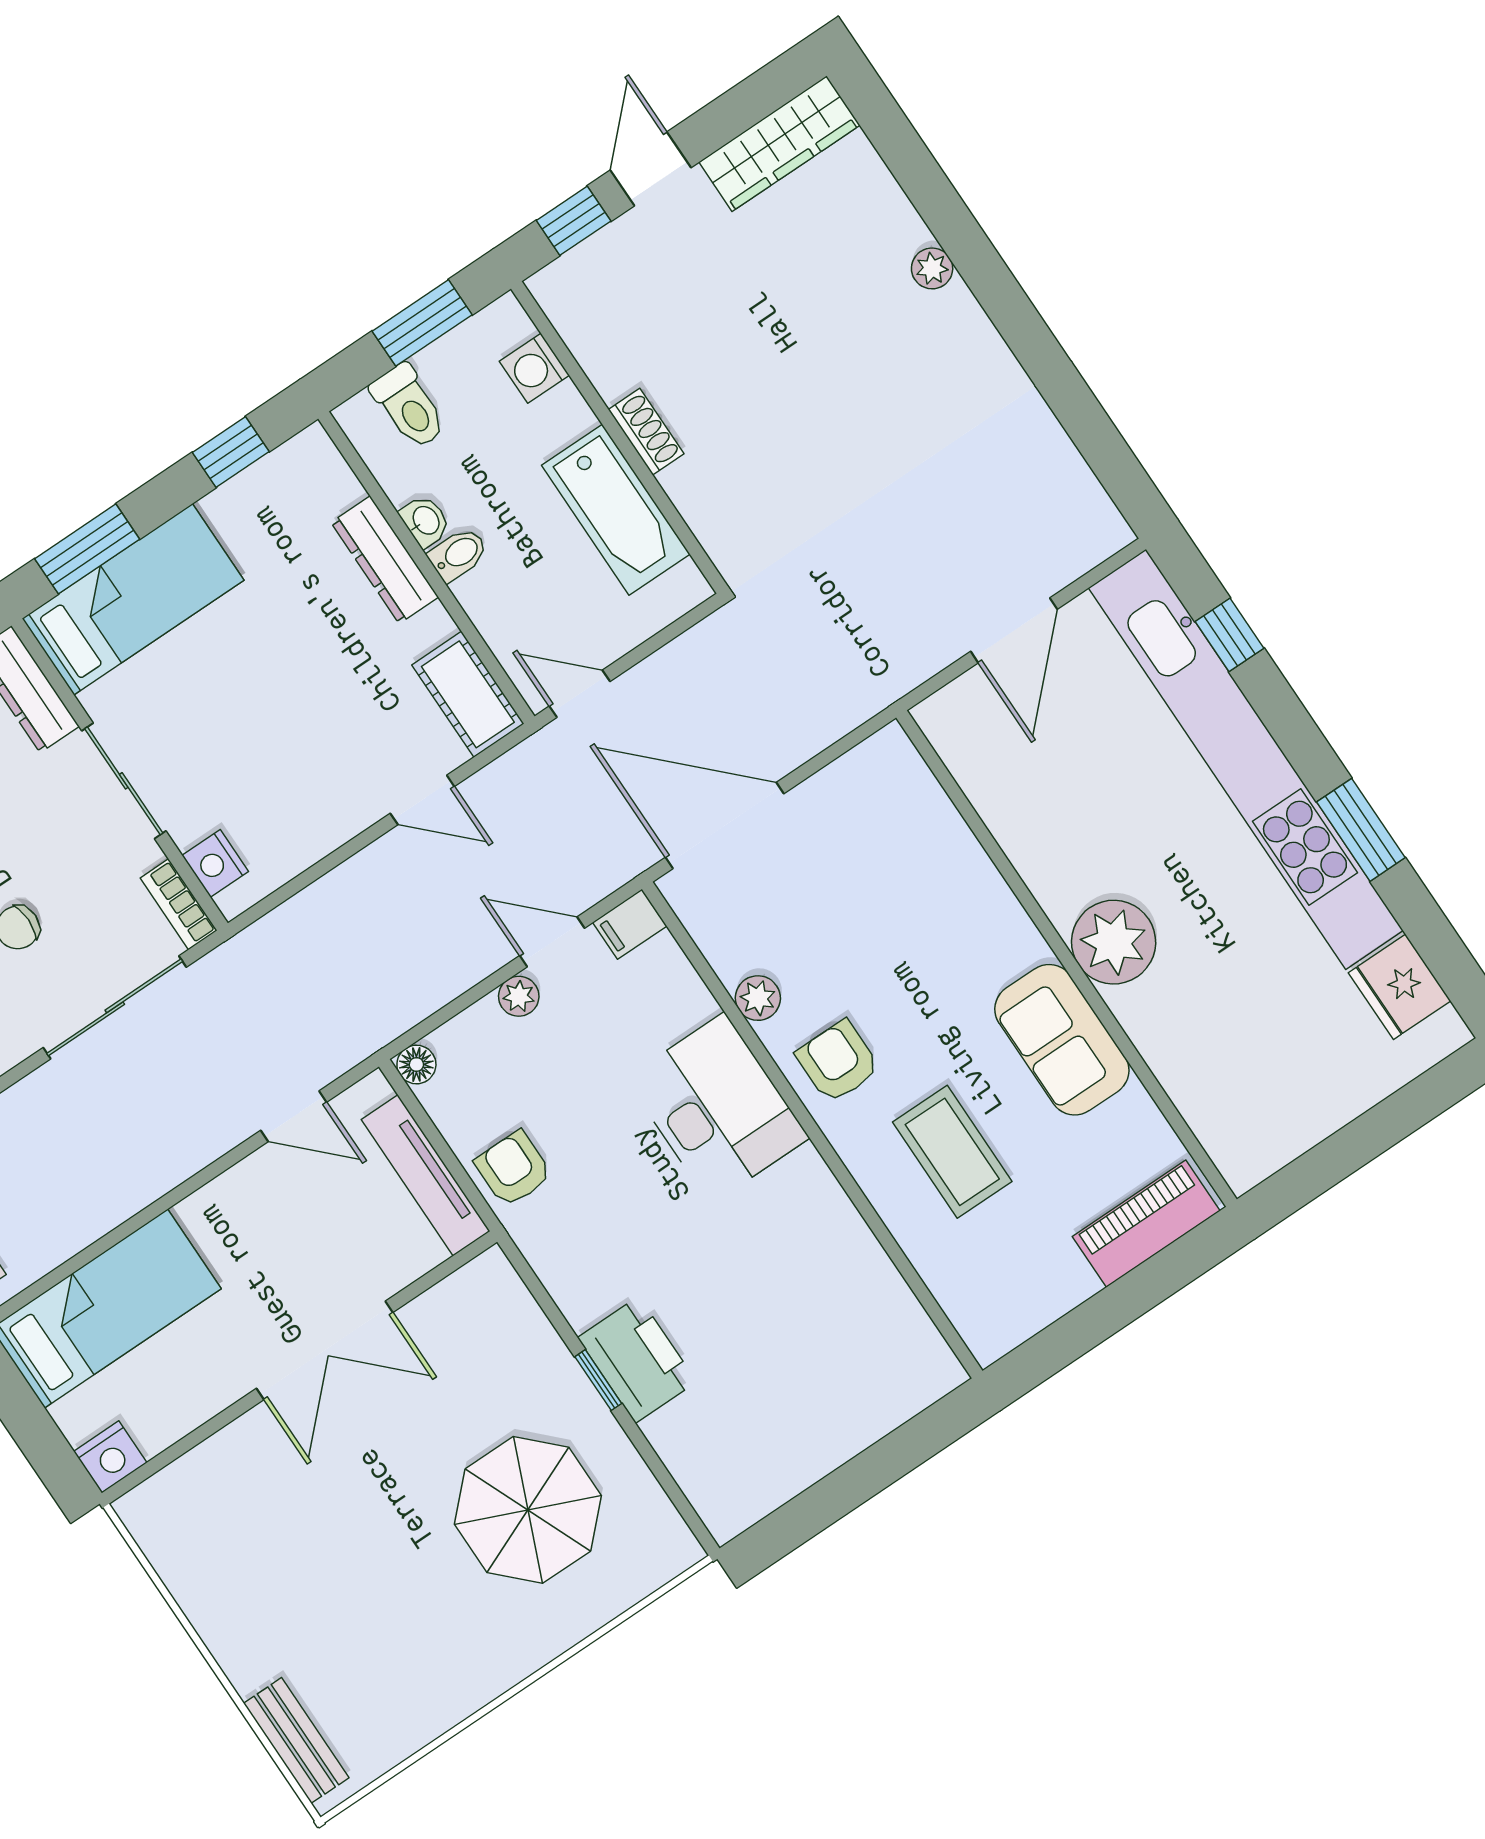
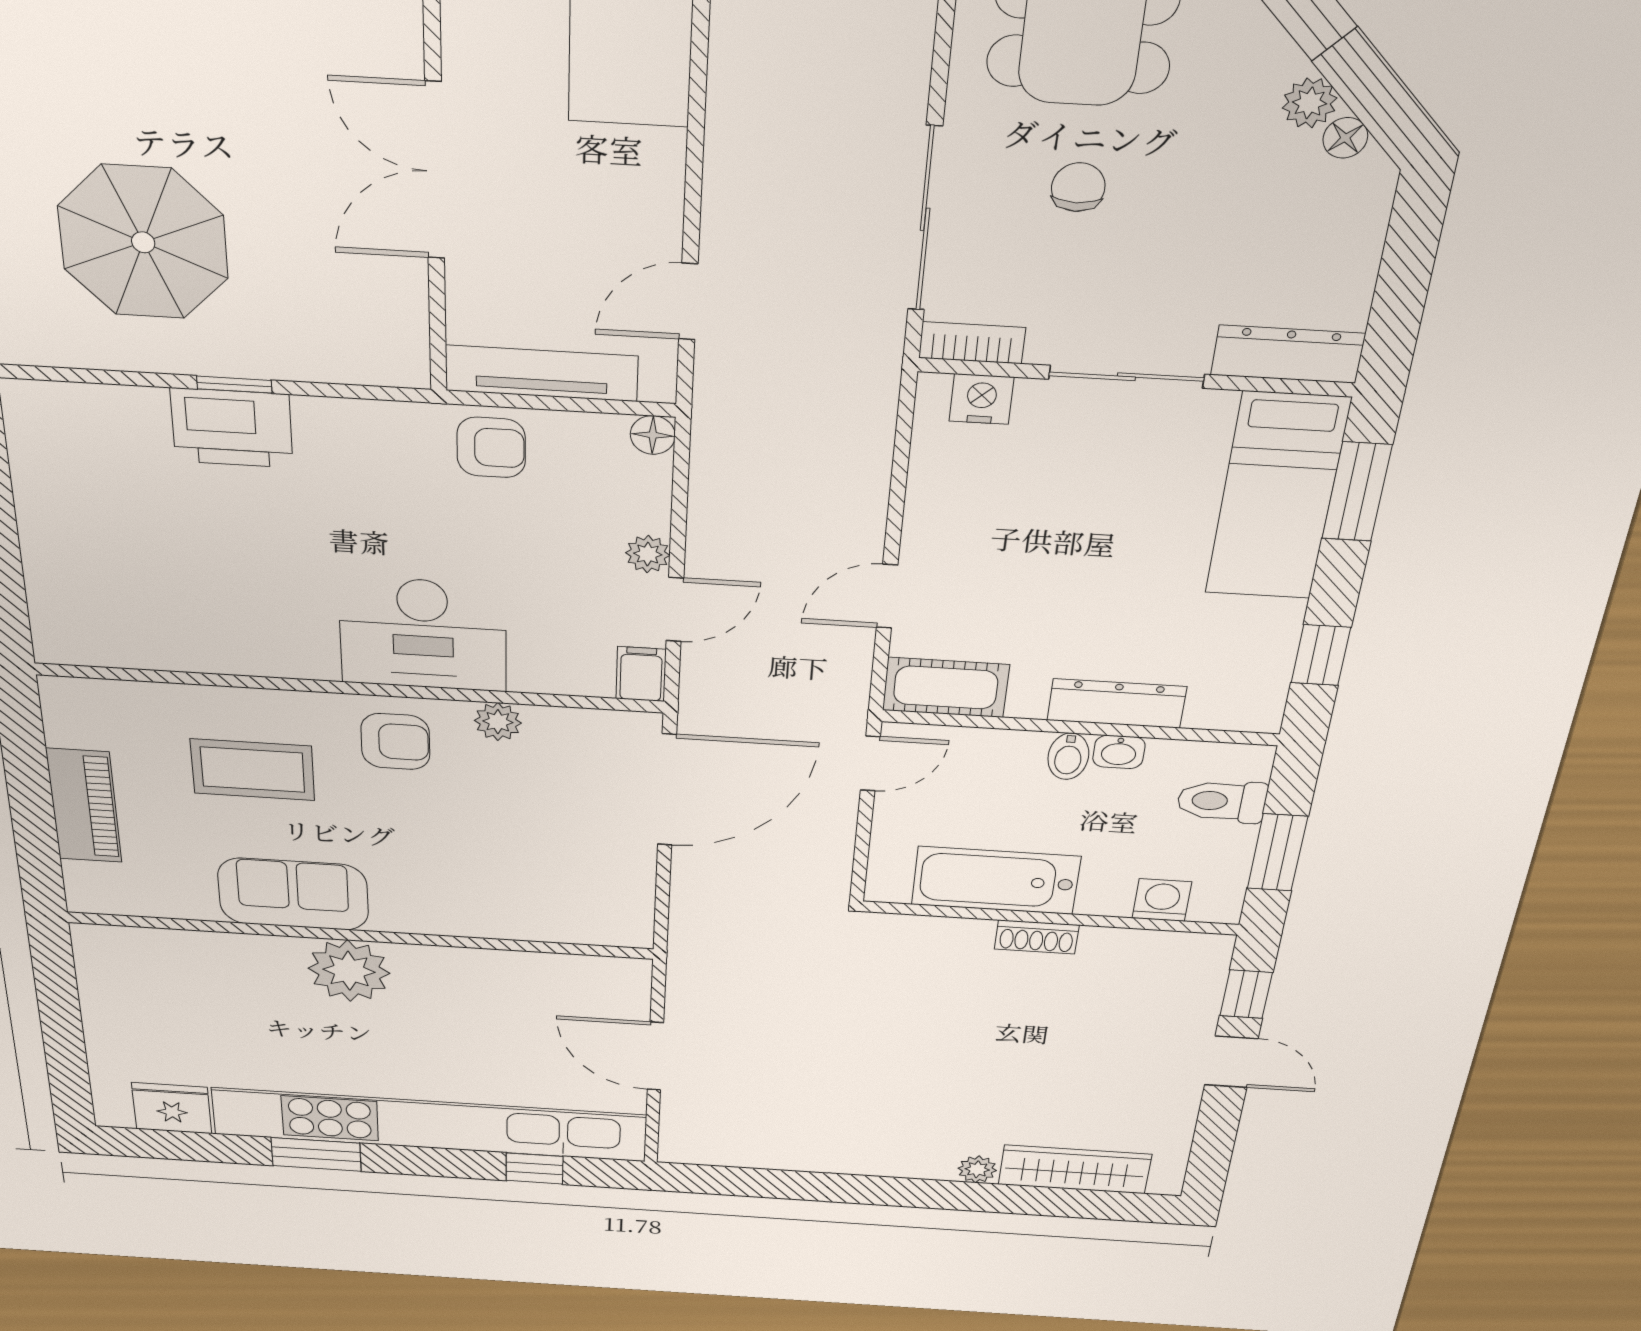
wardrobe: (779, 144) -> (1075, 1169), moved, turned 90
piano: (1146, 1224) -> (84, 806), moved

